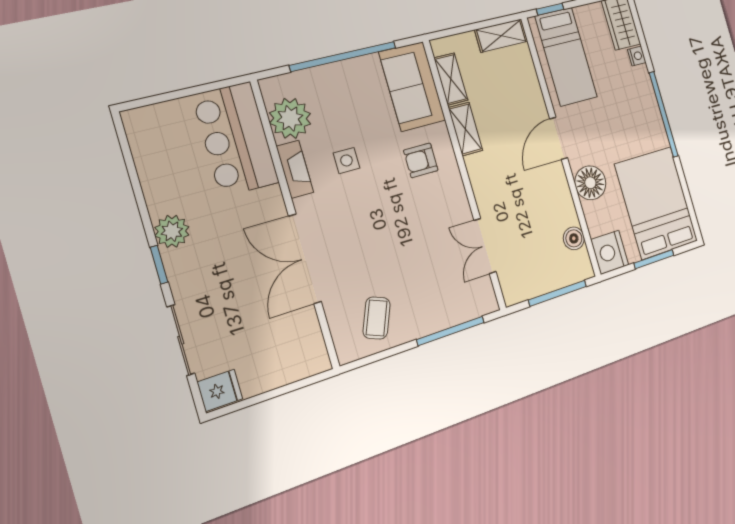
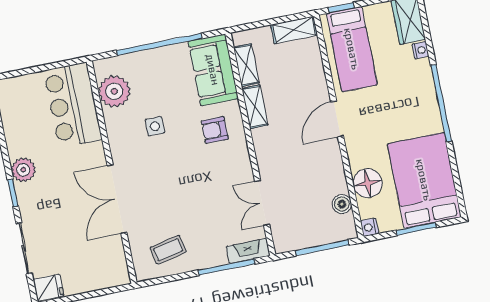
fireplace: (295, 169) -> (248, 251), moved, turned -90
floor lamp: (590, 183) -> (368, 183), moved
nightstand: (610, 252) -> (370, 227), width x0.53, depth x0.56
coffee table: (377, 318) -> (168, 250), turned 56

